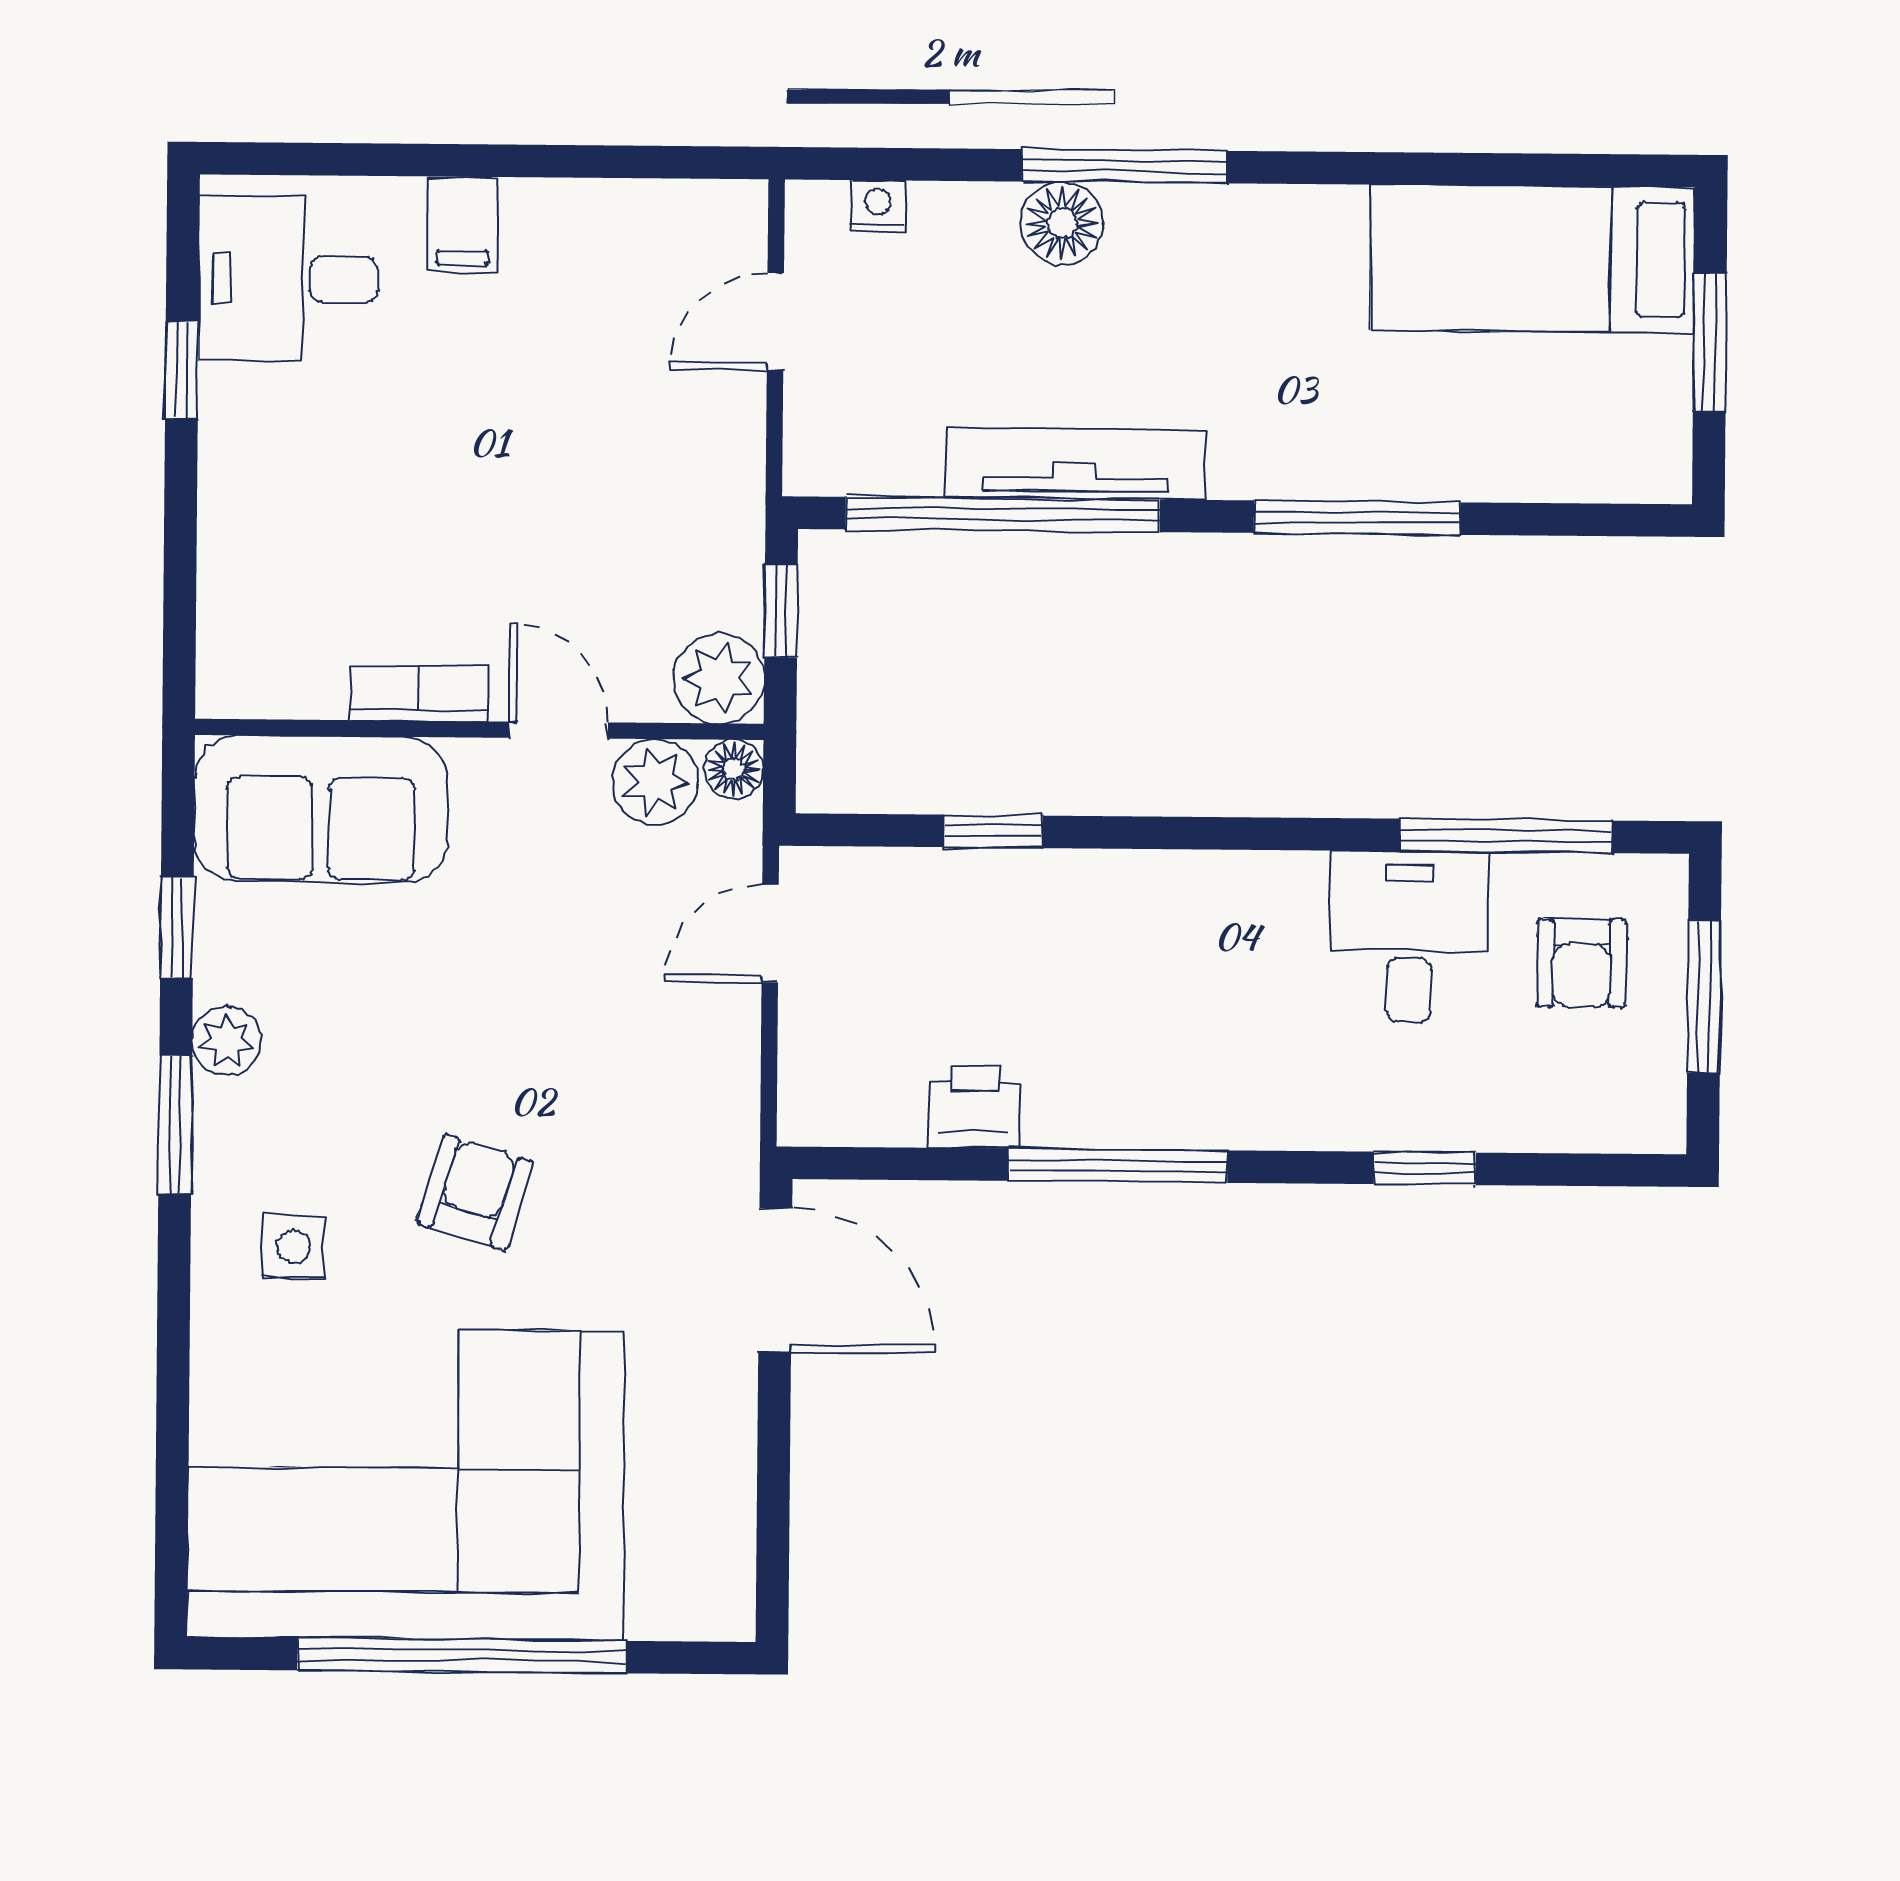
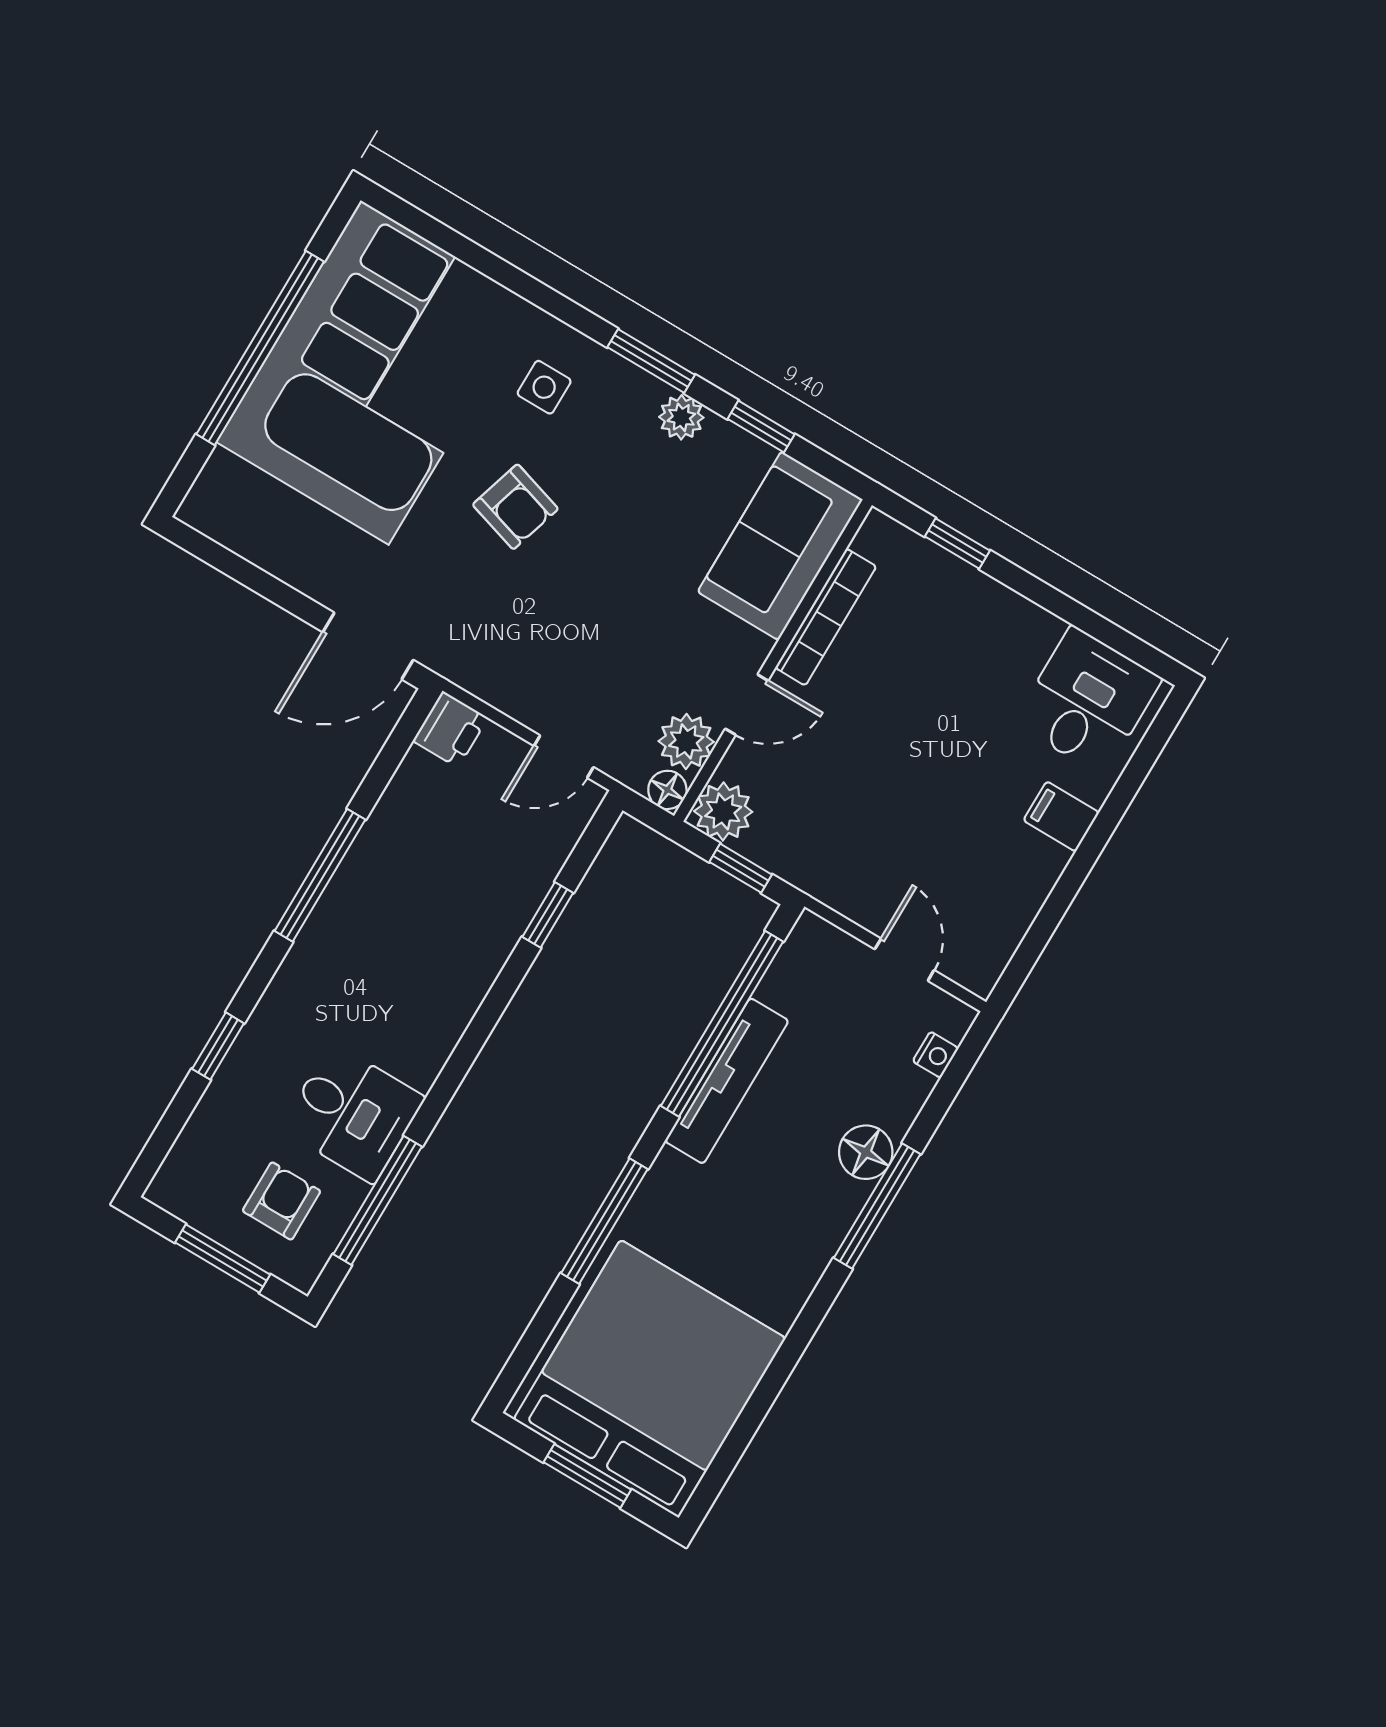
bed: (1533, 259) -> (650, 1379), width x2.04
window: (182, 370) -> (957, 543), moved
bookcase: (419, 693) -> (826, 617), width x1.56
door: (770, 933) -> (564, 757), swing flipped
armchair: (1582, 963) -> (282, 1201), turned 90
printer: (975, 1107) -> (450, 729), moved

